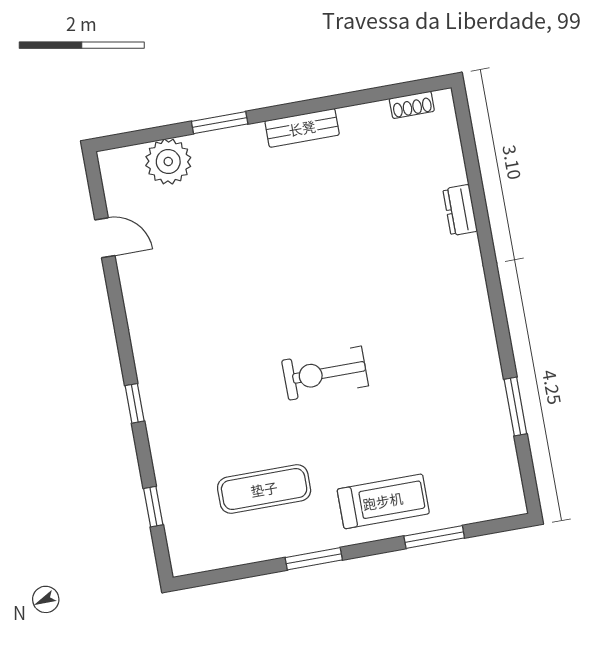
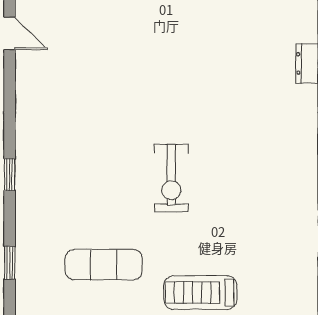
exercise bike: (325, 373) -> (171, 178), turned -90
treadmill: (383, 501) -> (200, 293), turned 180

